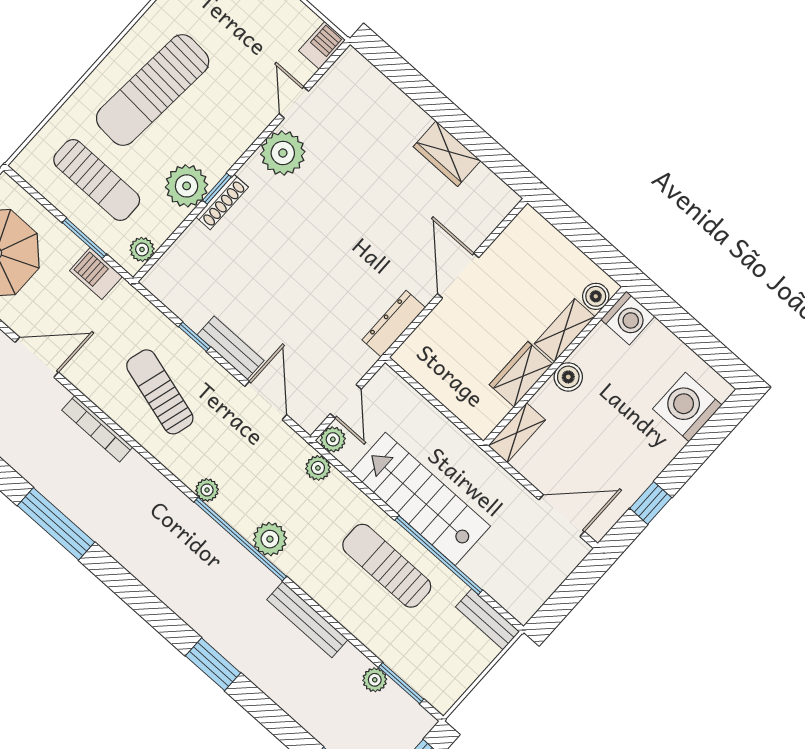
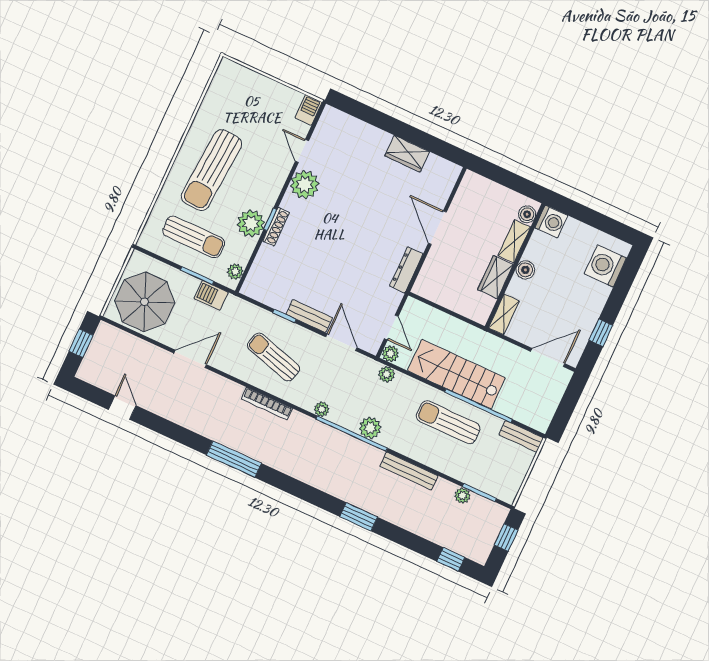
bookcase: (97, 429) -> (267, 404), moved

